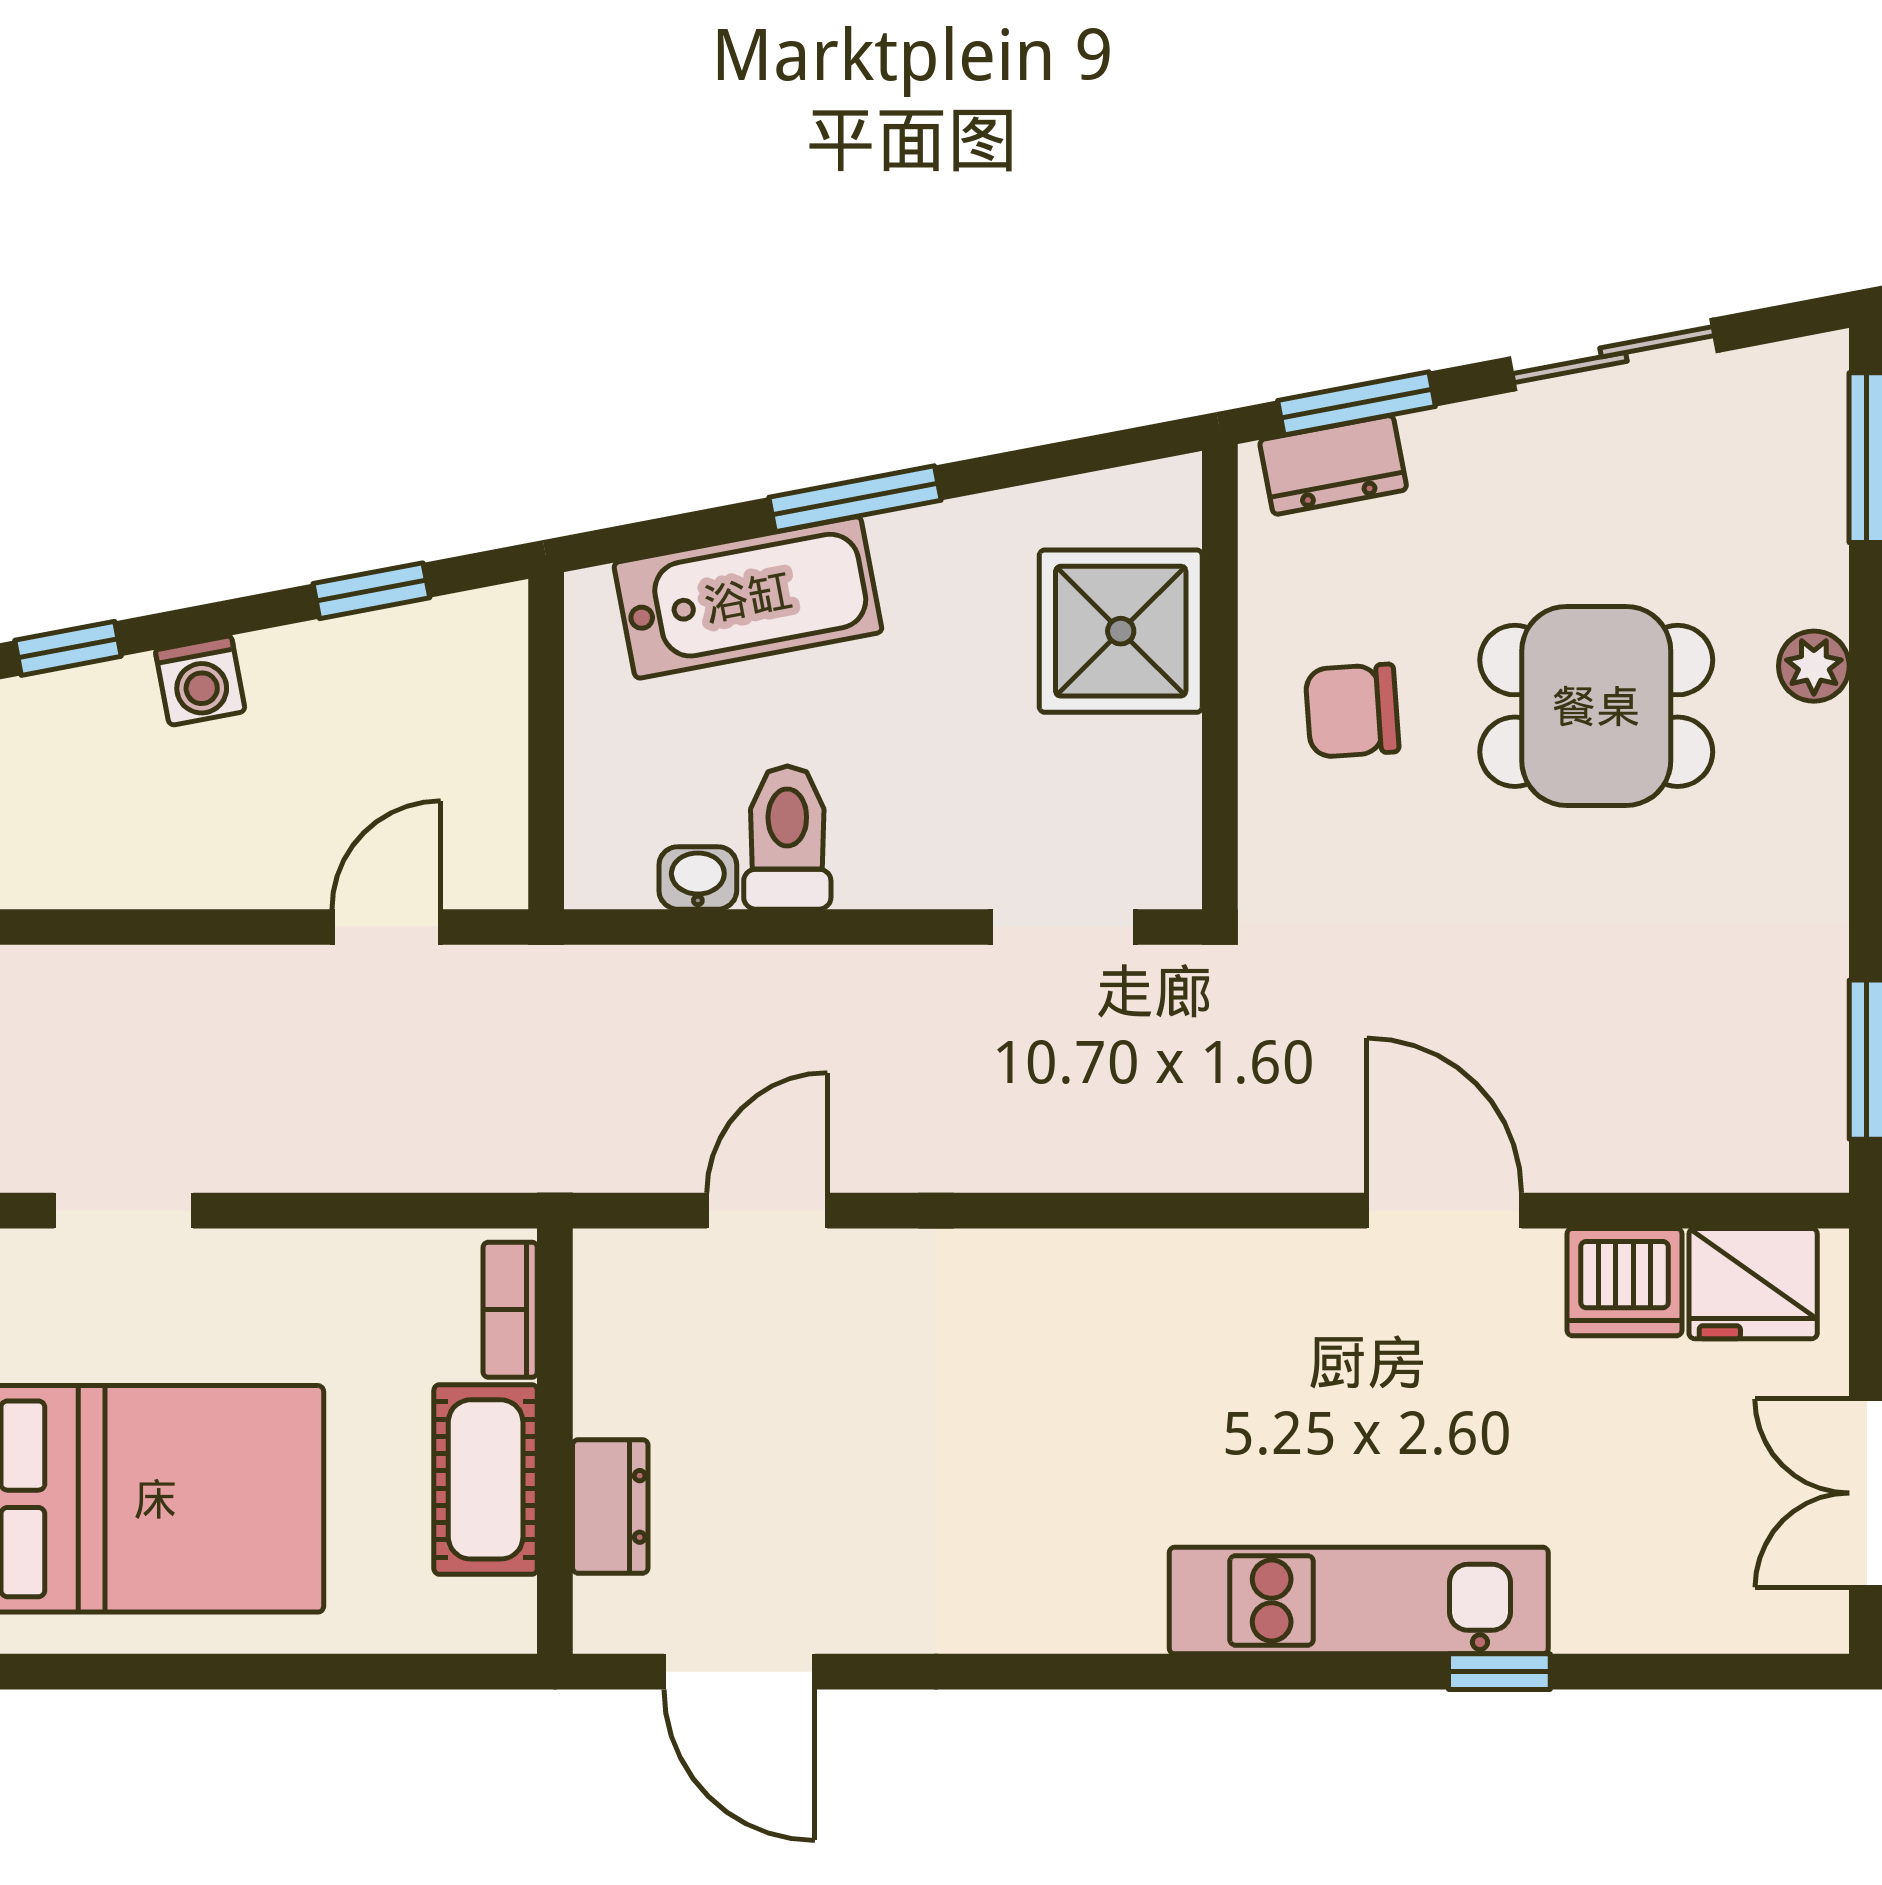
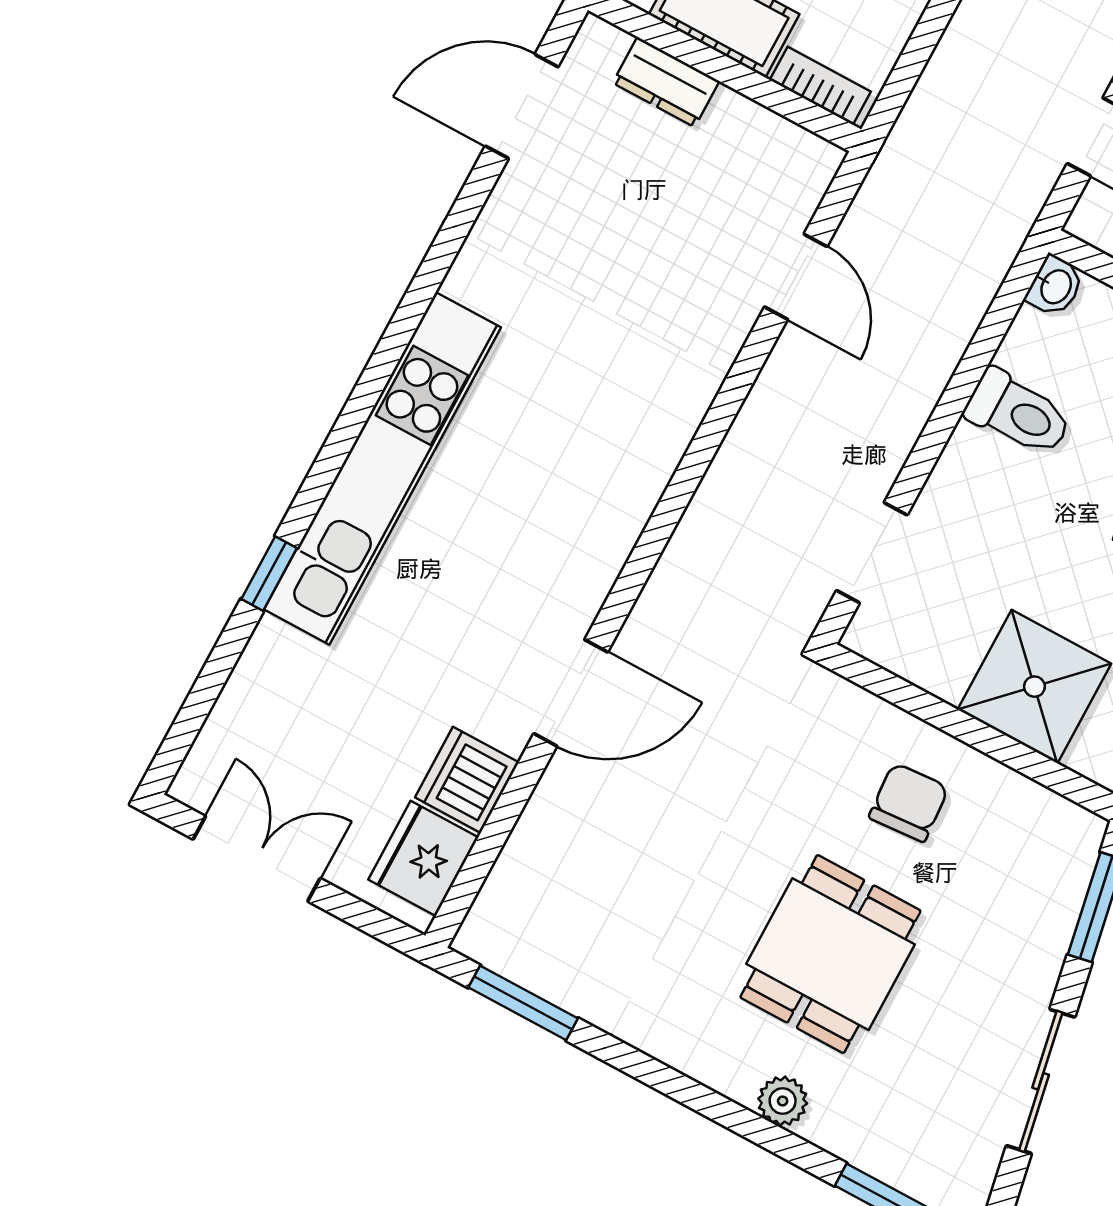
dresser: (1333, 465) -> (1066, 872), removed
washbasin: (698, 878) -> (1055, 286), moved
kitchen unit: (1359, 1600) -> (382, 468), width x1.36

